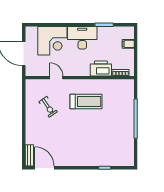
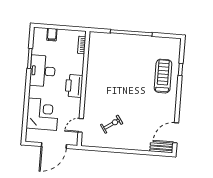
desk: (82, 38) -> (43, 71), moved
printer: (101, 68) -> (74, 86), moved
door: (56, 78) -> (81, 125), moved
treadmill: (86, 101) -> (163, 76), moved

